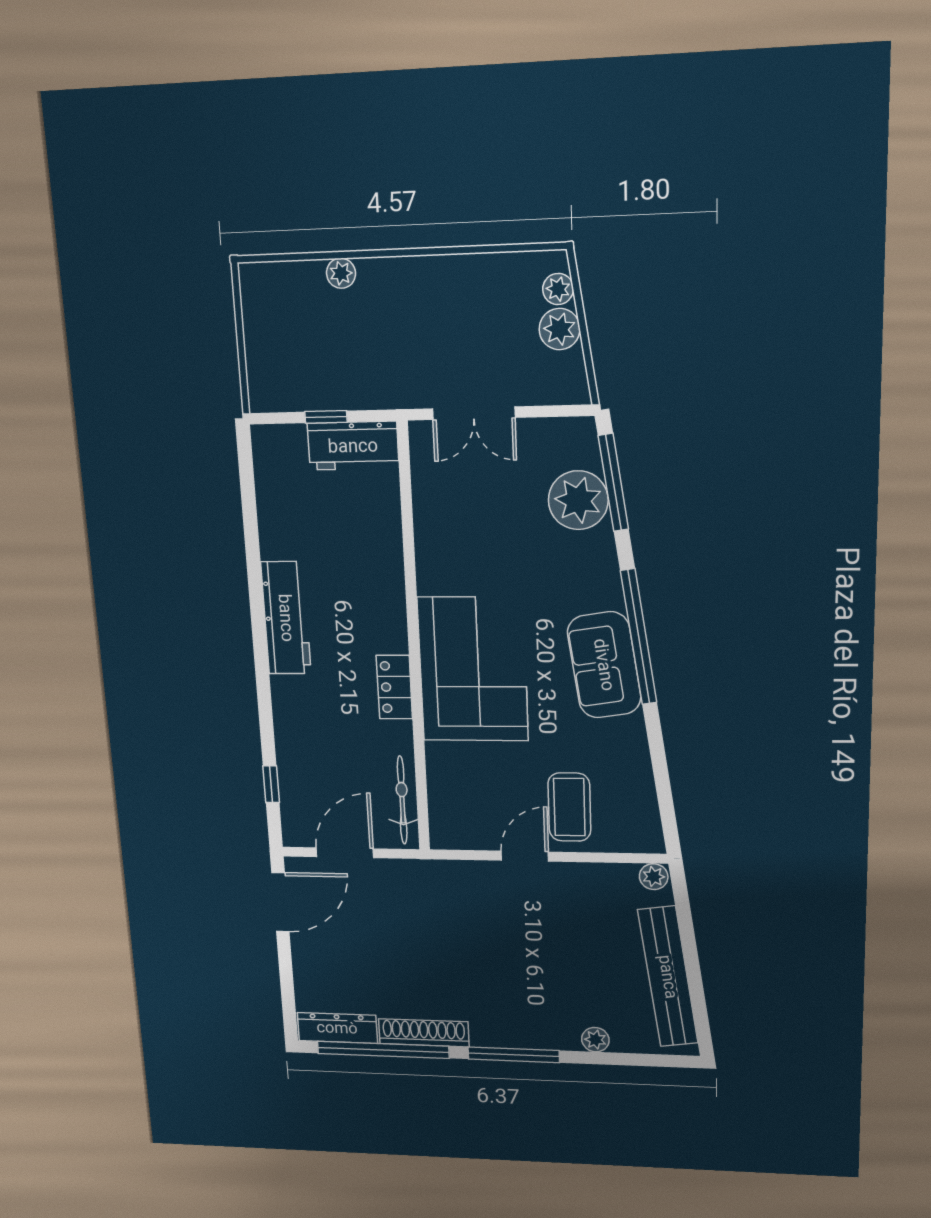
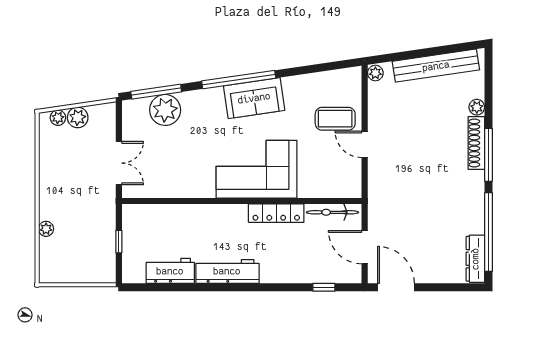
workbench: (353, 446) -> (170, 271), moved, turned -90
locker: (394, 687) -> (276, 213), width x1.53
shoe rack: (424, 1033) -> (476, 143), moved

